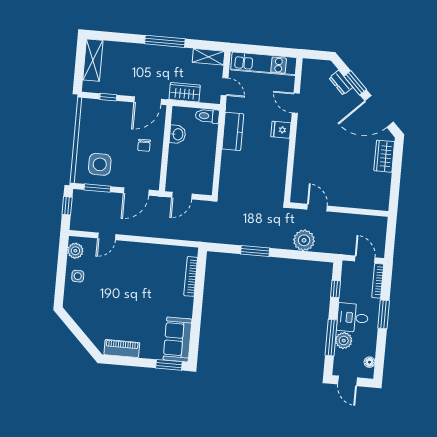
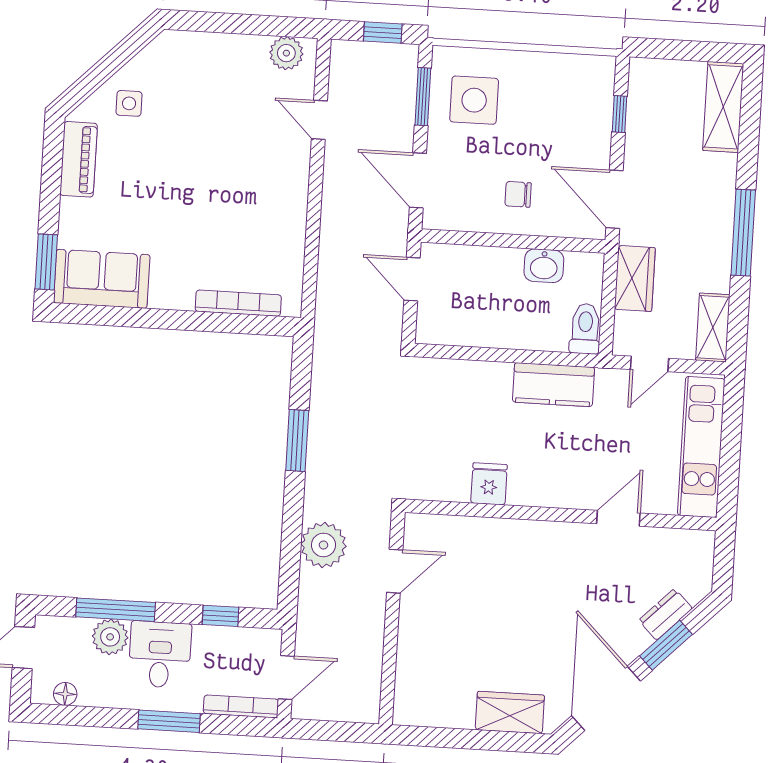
shelving: (93, 60) -> (723, 107), moved, turned 90
fridge: (281, 130) -> (489, 484), moved
side table: (78, 276) -> (129, 103), moved

